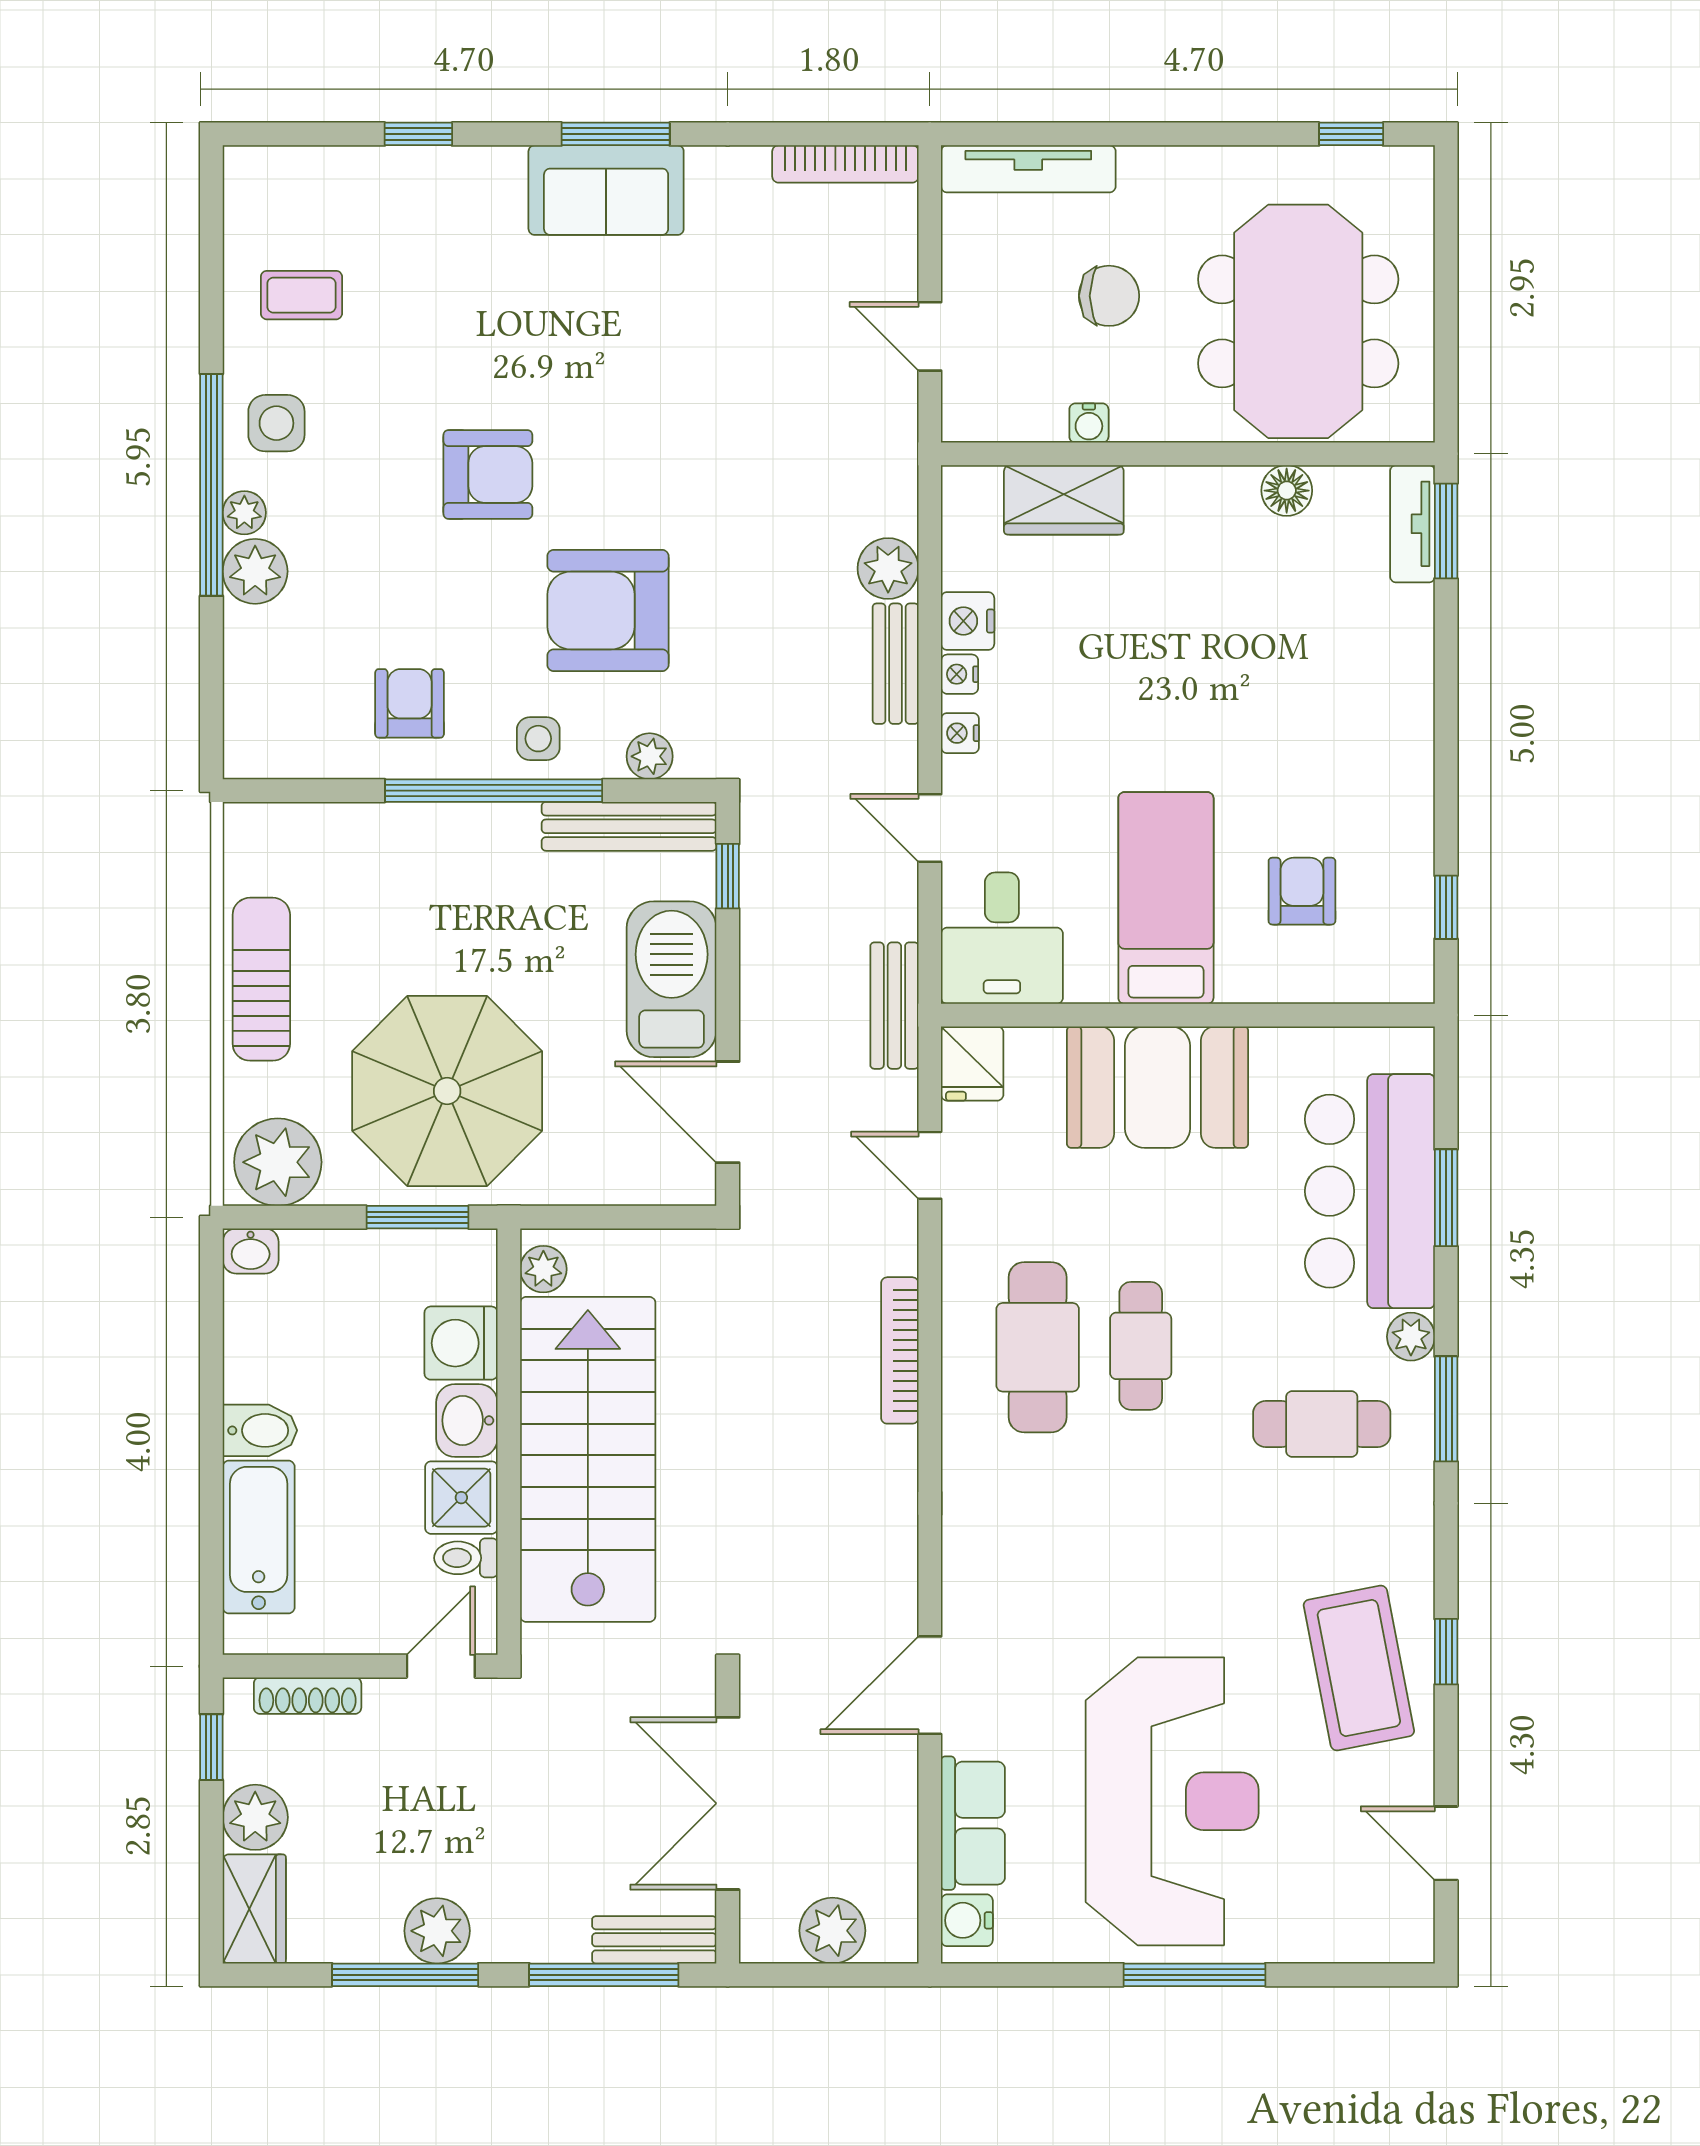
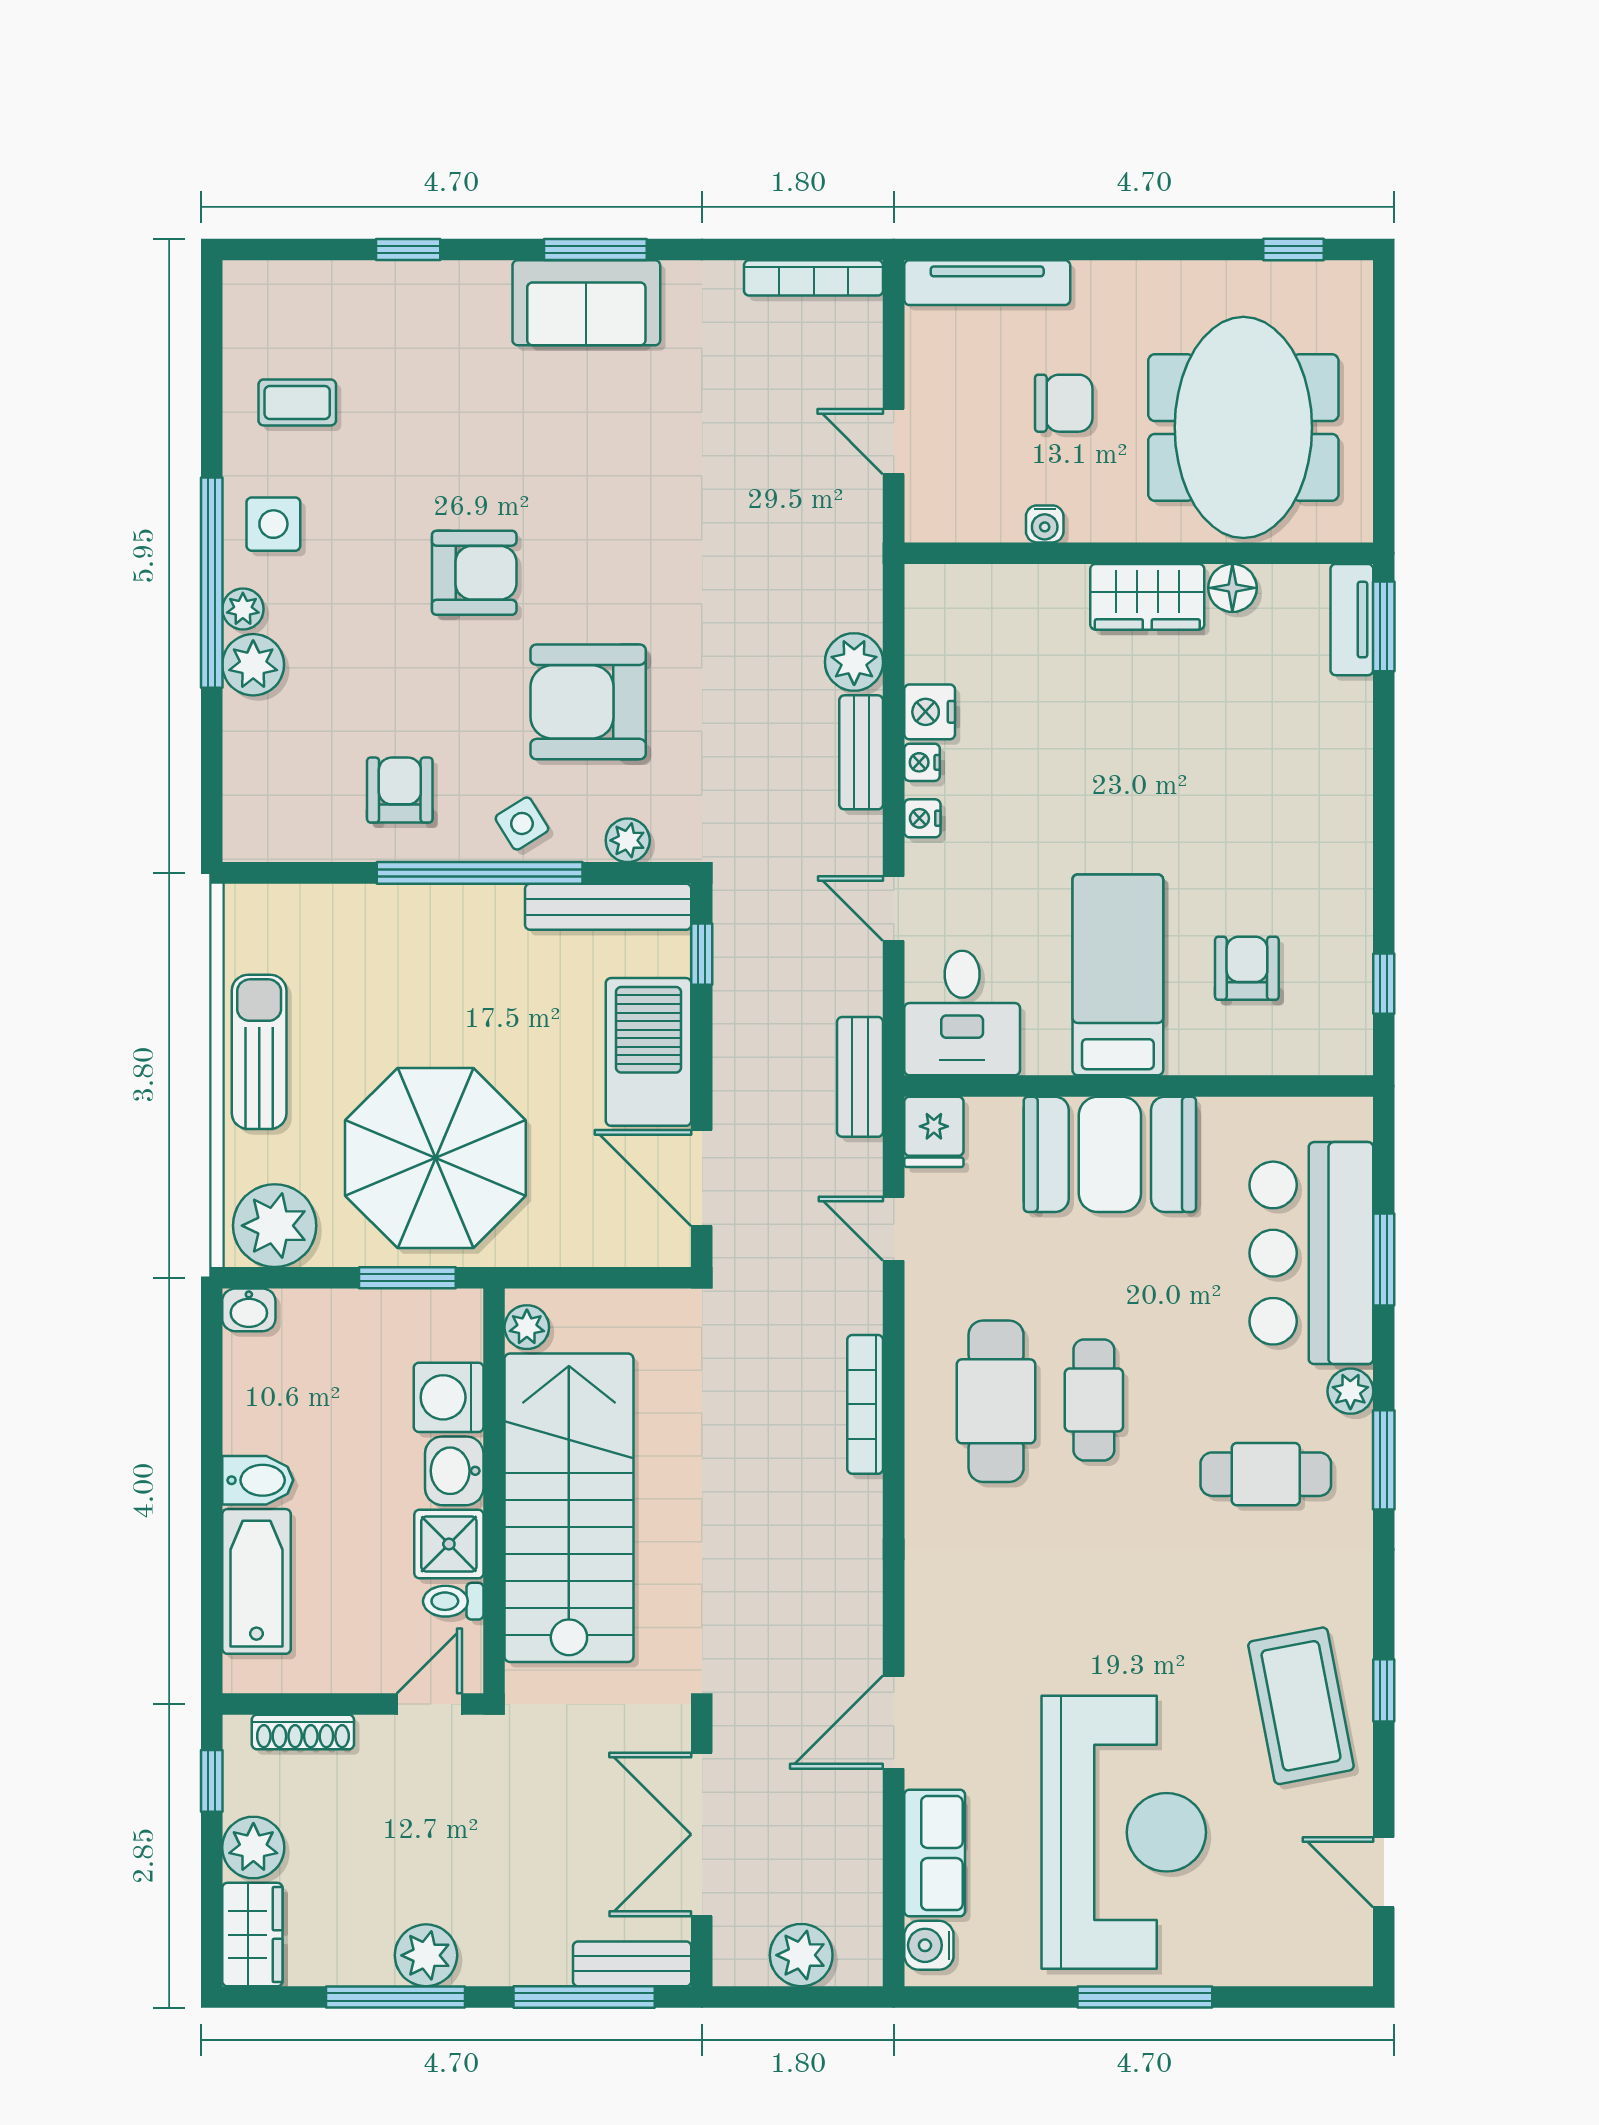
wardrobe: (1064, 500) -> (1147, 597), moved
side table: (538, 739) -> (522, 823), turned -32

